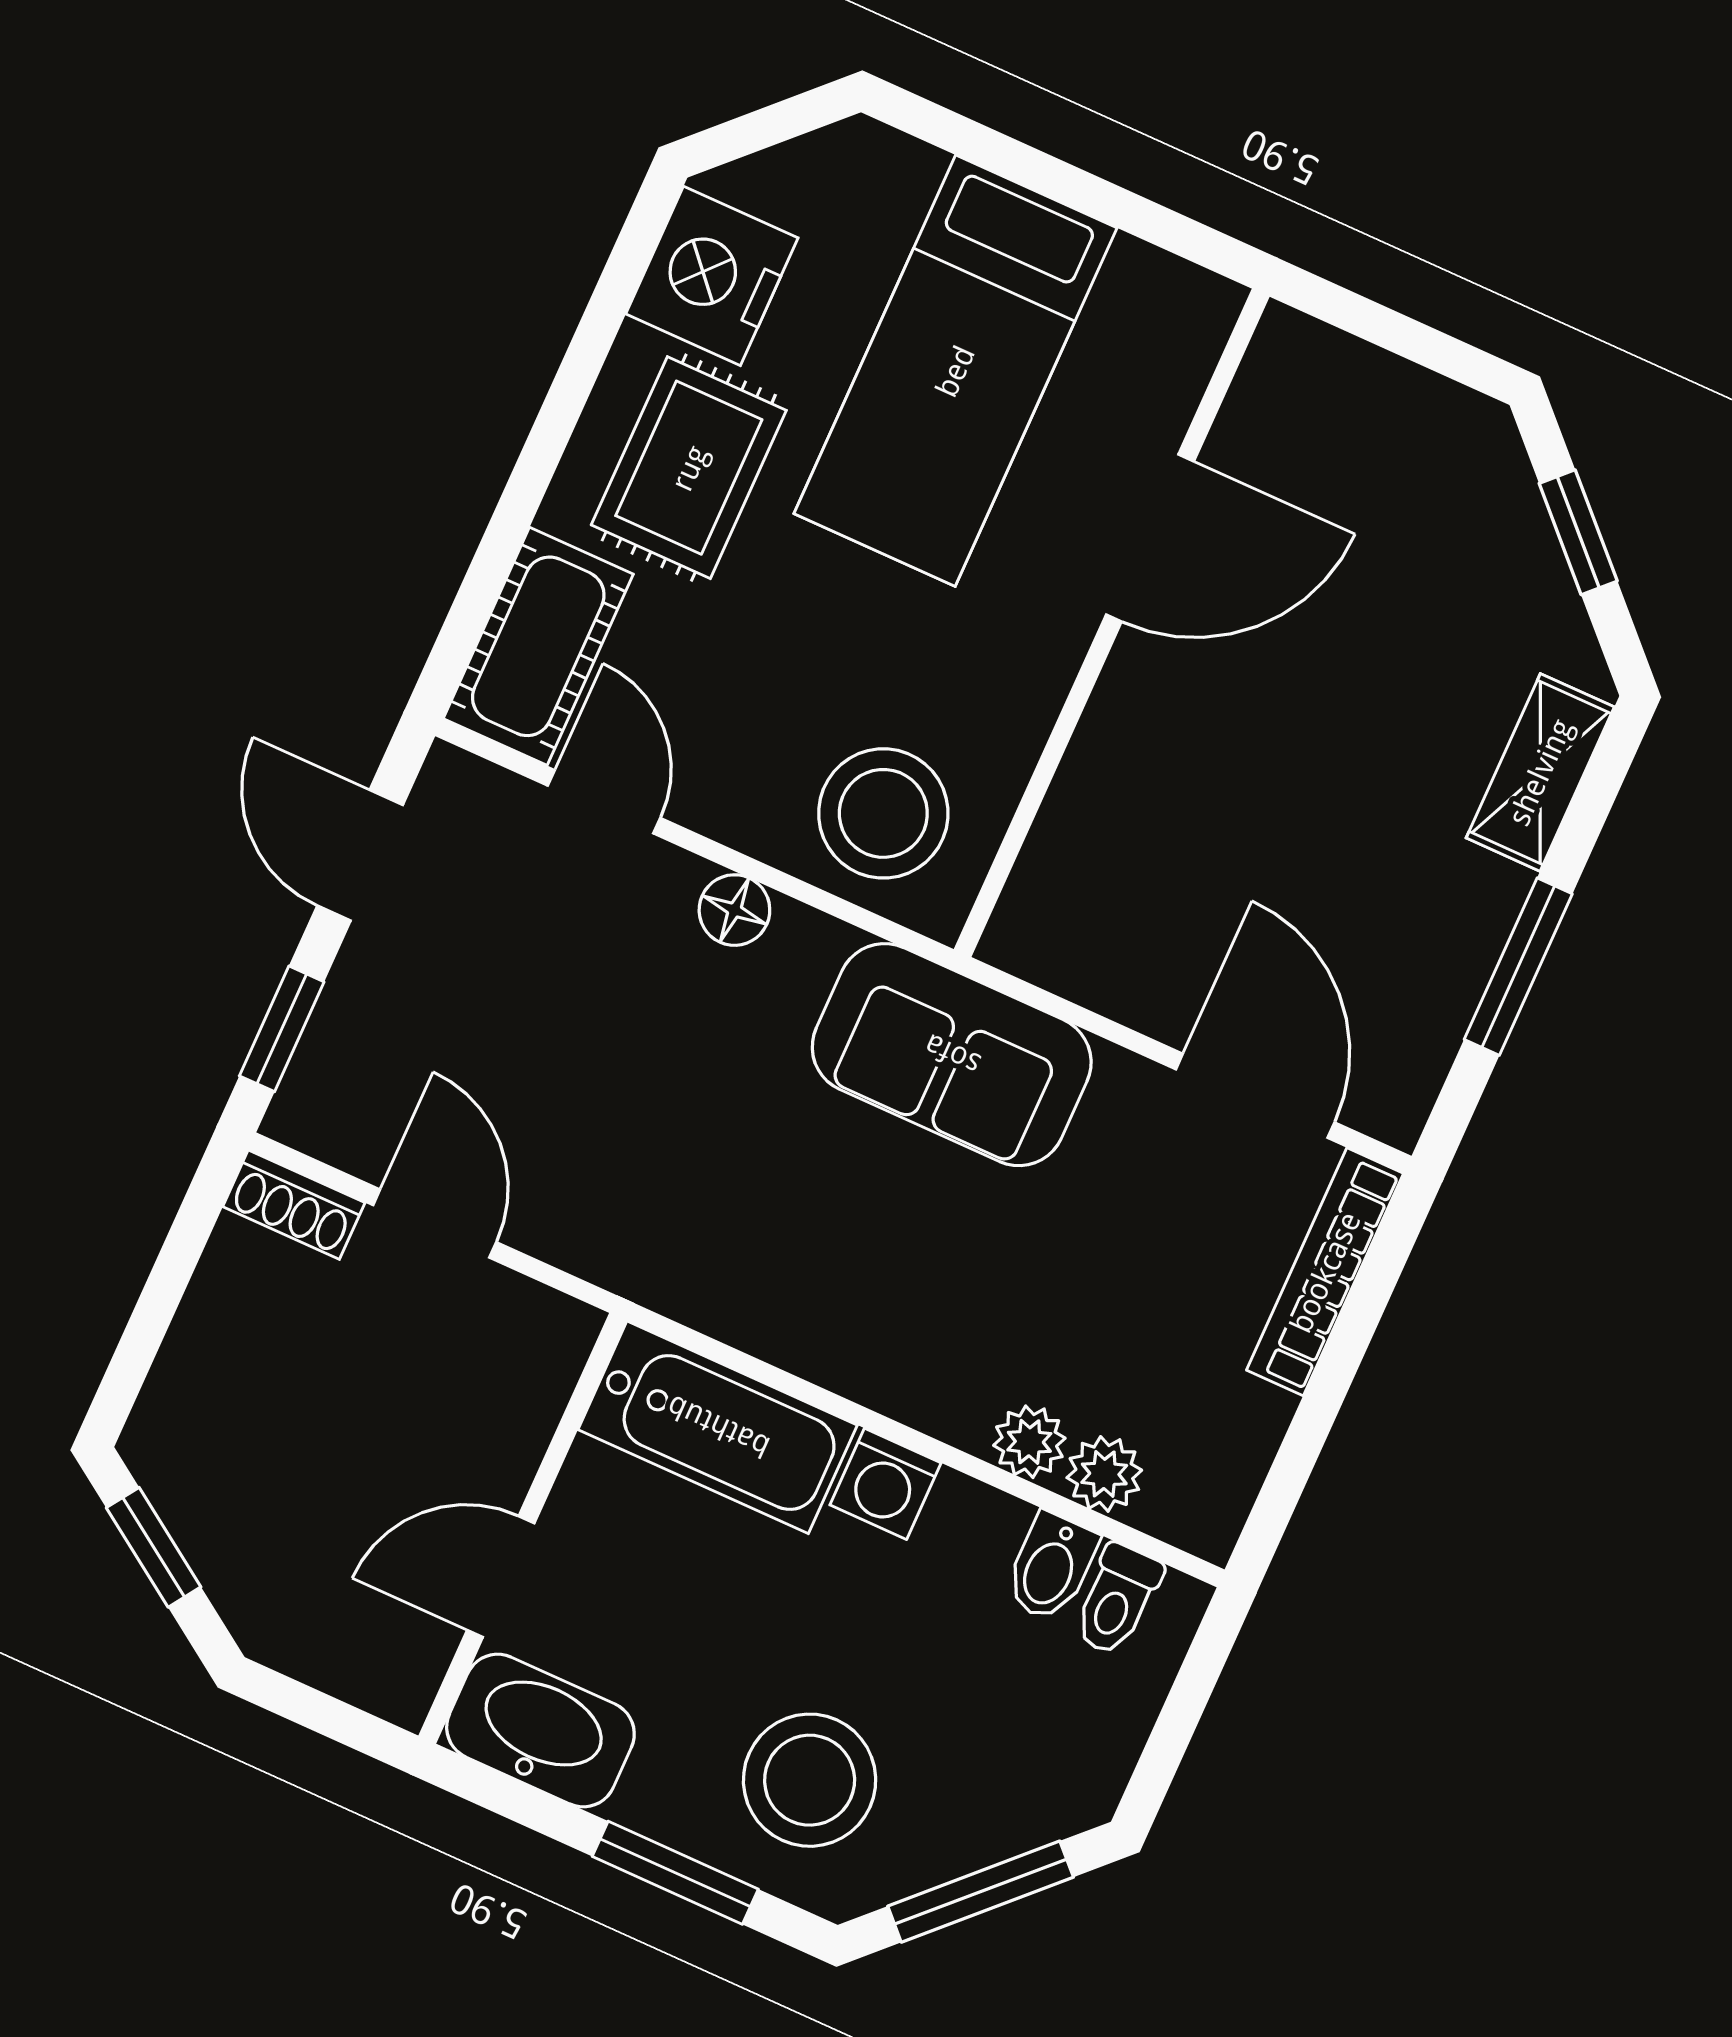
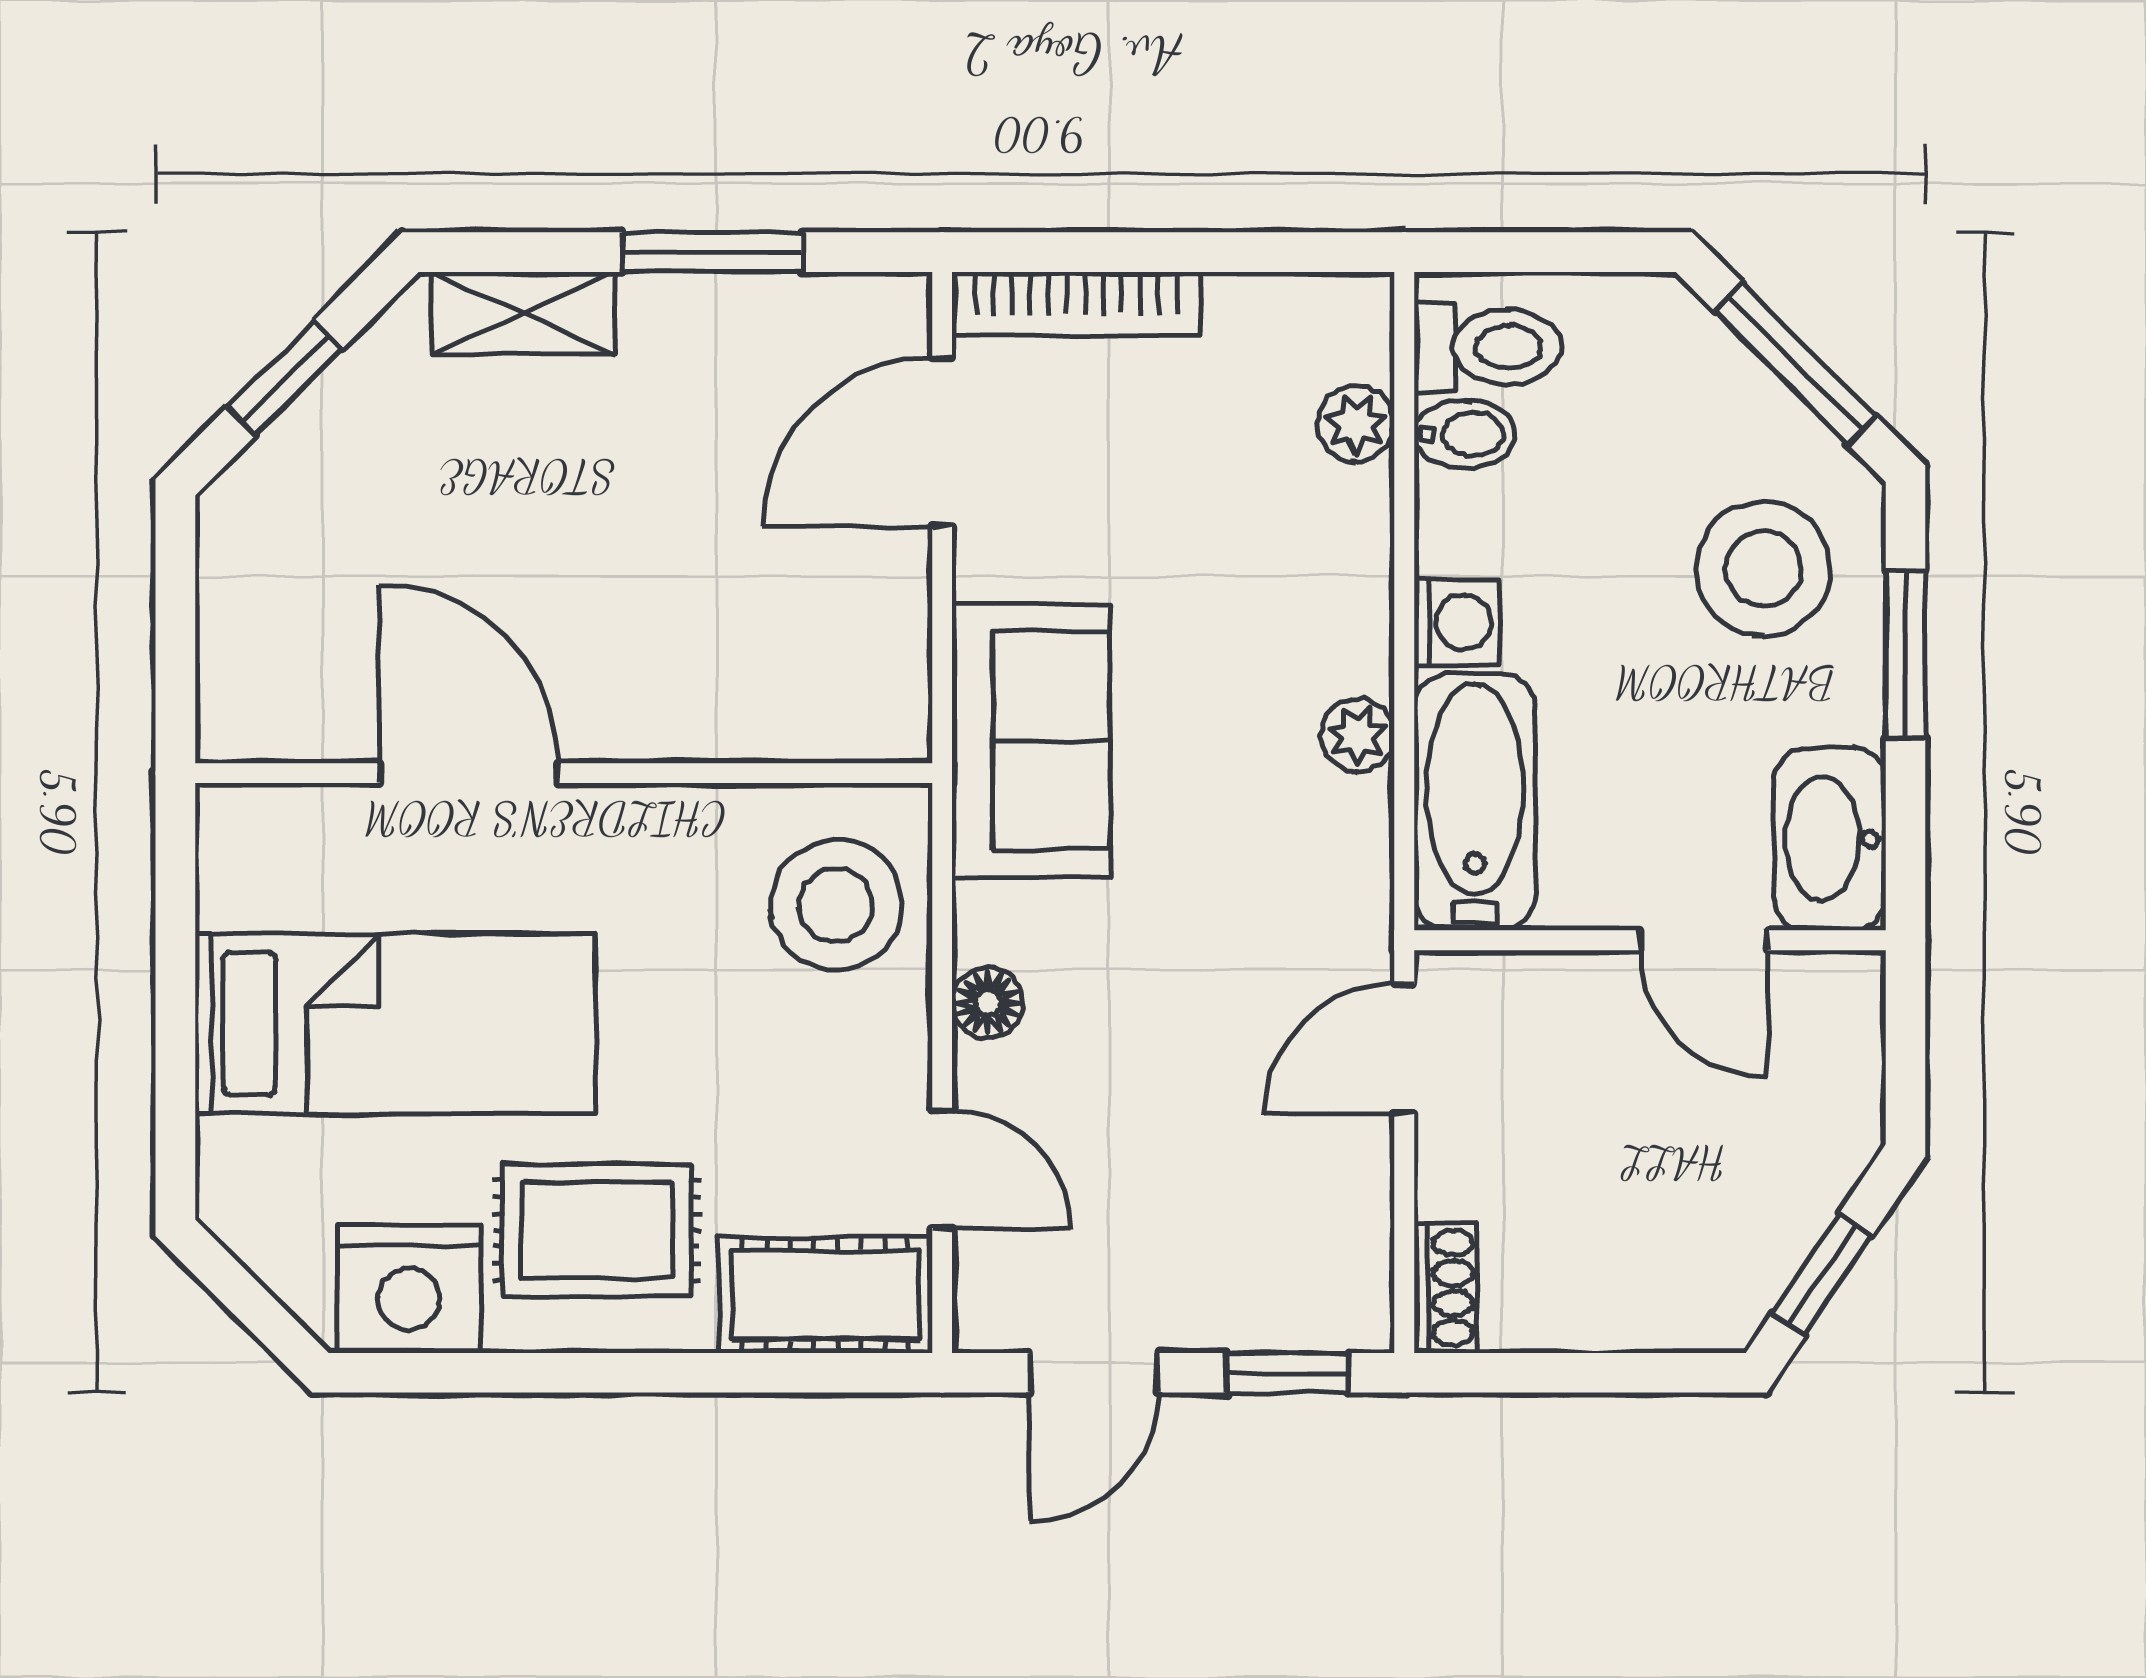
door: (604, 802) -> (942, 1169), swing flipped
door: (435, 1224) -> (1404, 1049), moved
plant: (1029, 1442) -> (1358, 735), moved
toilet: (1117, 1600) -> (1488, 347), width x1.37, depth x1.39

